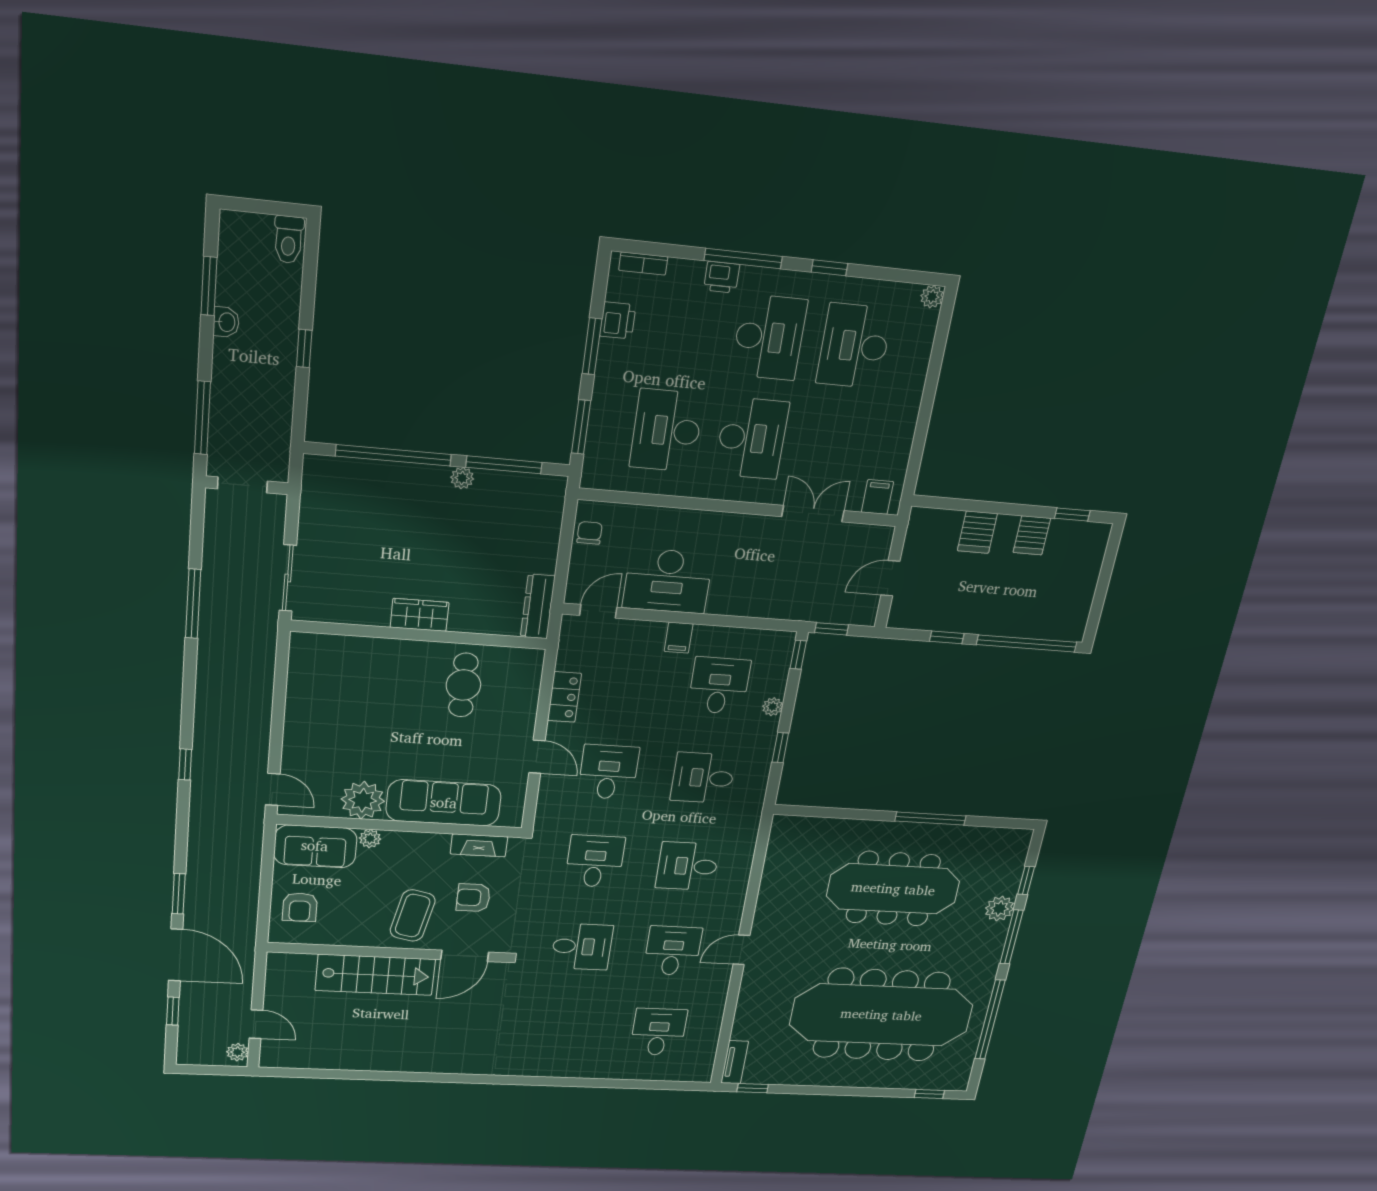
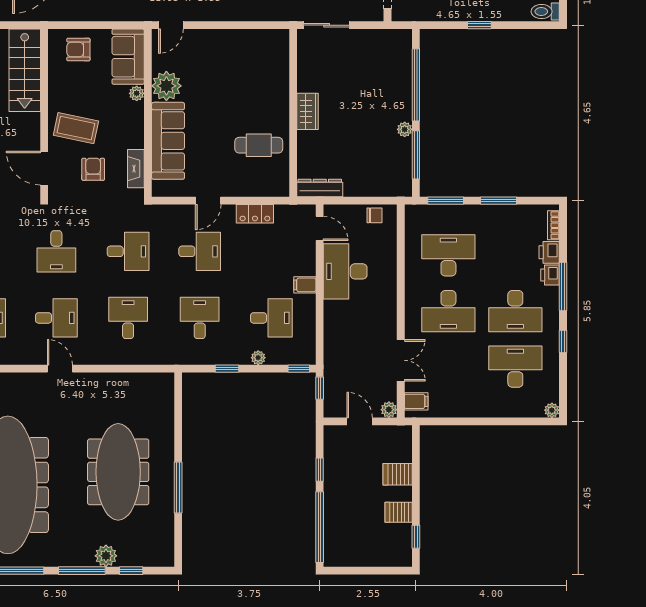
printer: (618, 320) -> (549, 252), moved, turned 90
plant: (882, 536) -> (389, 410), added
stairs: (375, 975) -> (25, 70), moved

